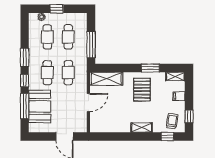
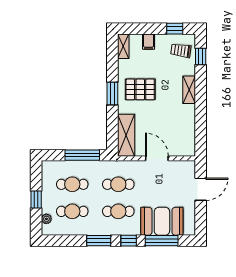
window: (150, 68) -> (112, 94), moved

